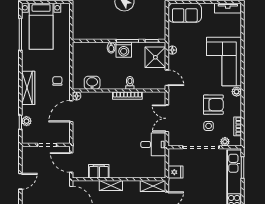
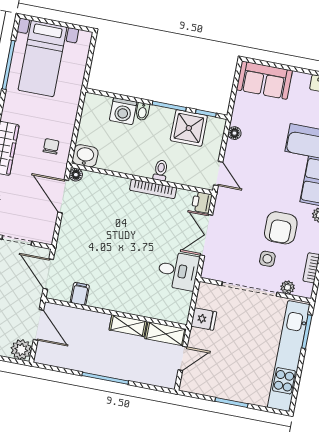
washing machine: (124, 50) -> (123, 111), moved
shower: (155, 57) -> (189, 128), moved
washbasin: (92, 83) -> (85, 156), moved
printer: (160, 98) -> (202, 202), added
armchair: (213, 105) -> (281, 228), turned 90
door: (71, 111) -> (63, 196), hinge flipped
filing cabinet: (99, 171) -> (80, 294), width x0.50
shelving: (111, 186) -> (128, 326), moved

